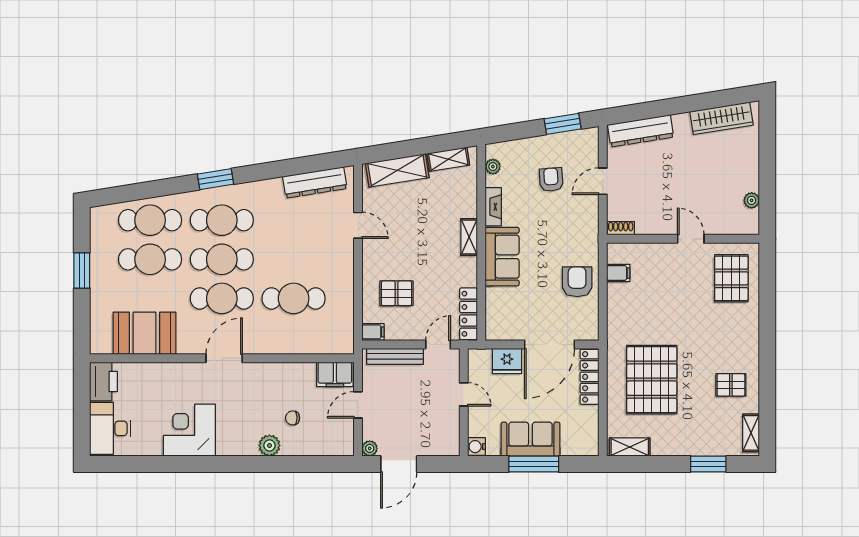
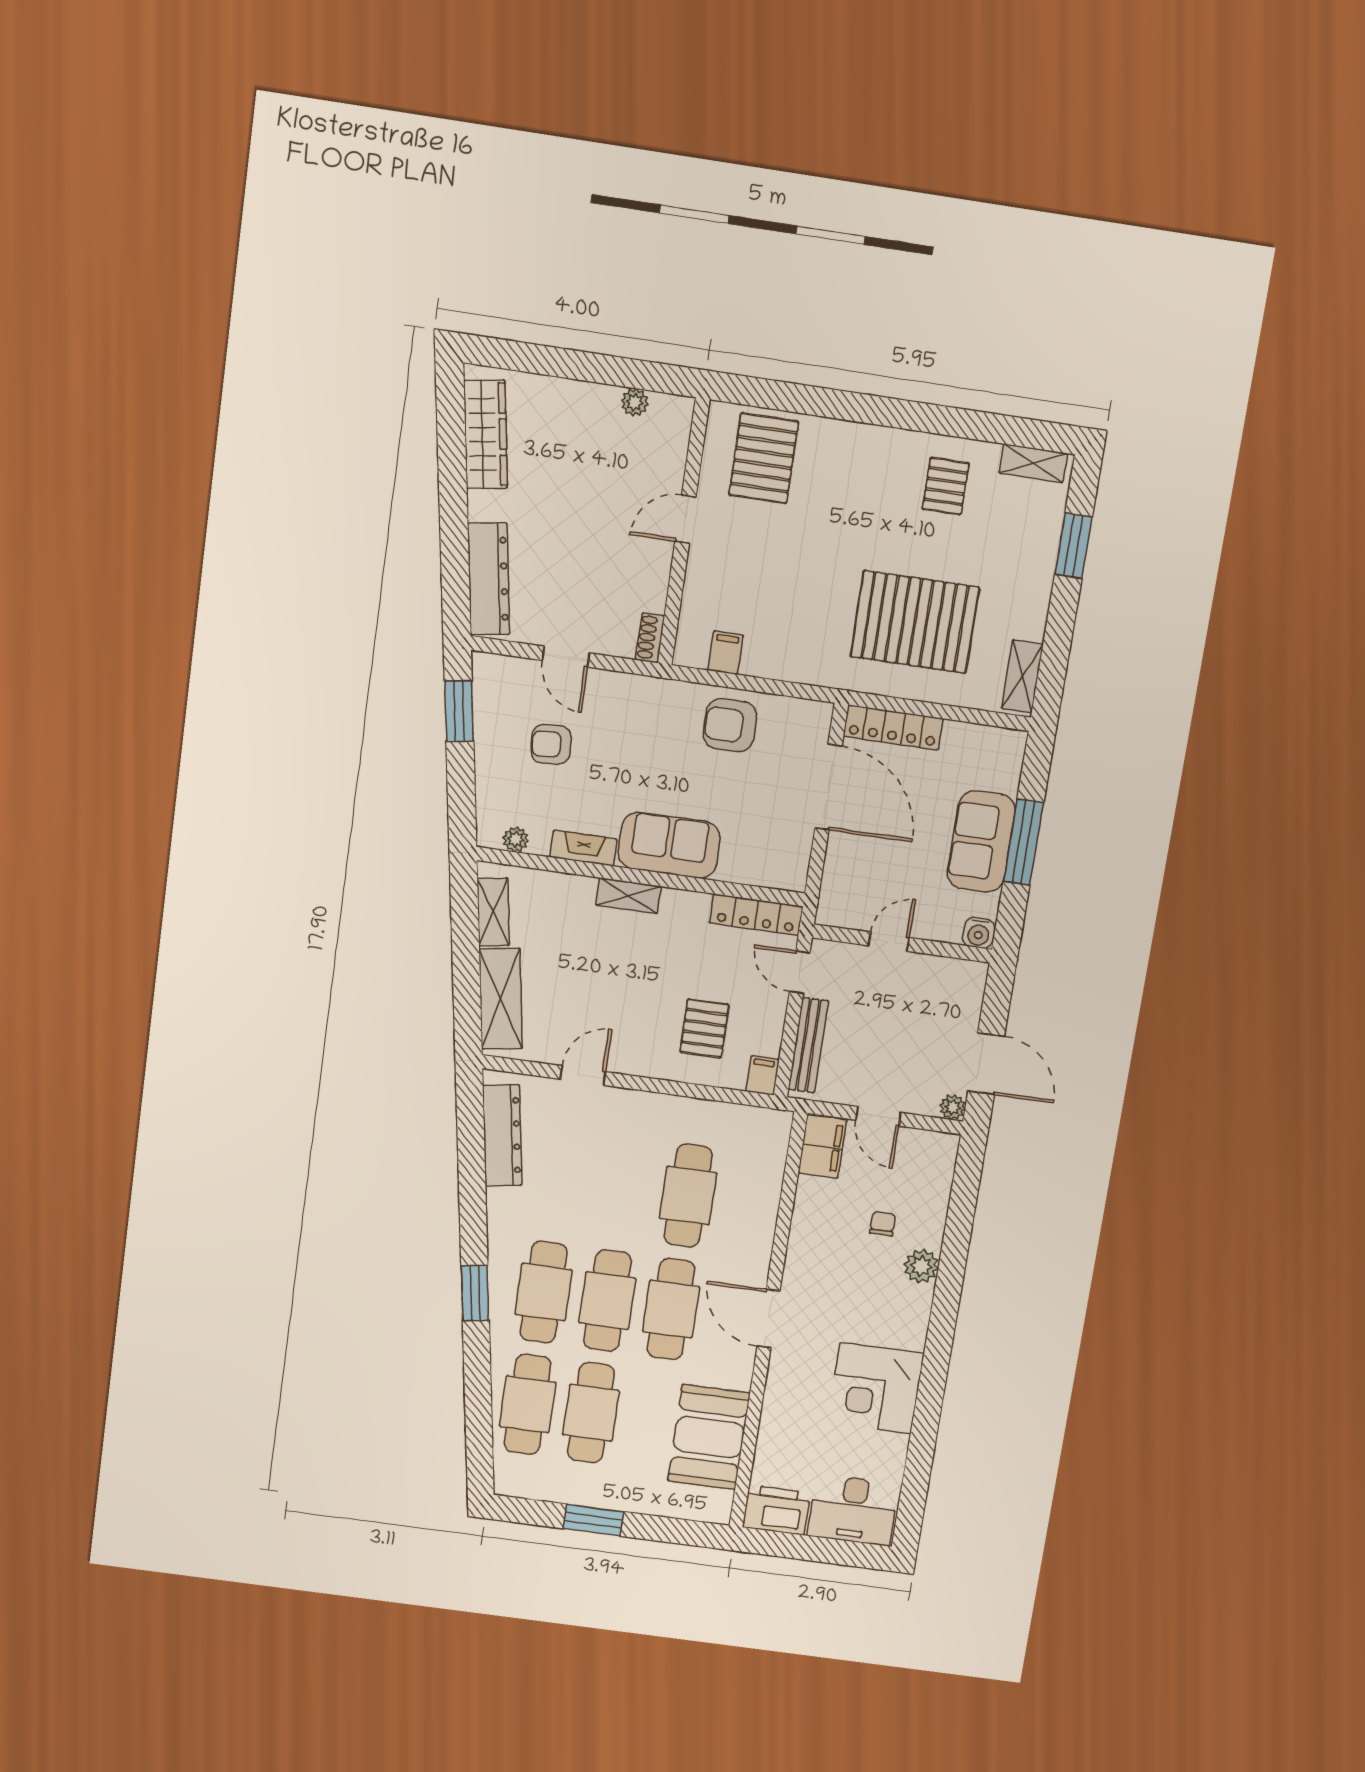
pallet: (731, 278) -> (764, 458), turned 90
fridge: (507, 361) -> (845, 862), removed
chair: (293, 418) -> (883, 1224), turned 180

